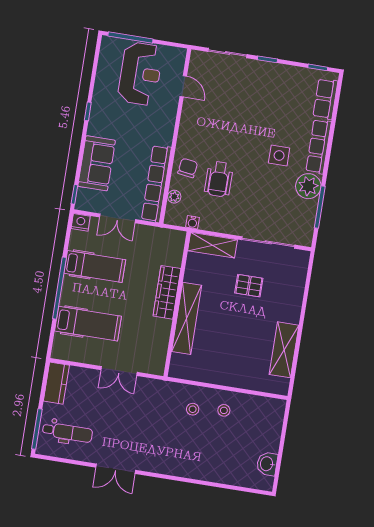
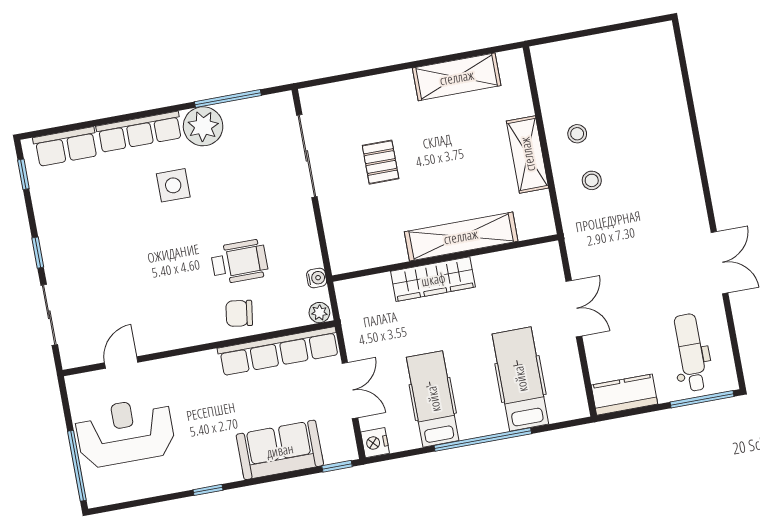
plant: (174, 197) -> (319, 313), moved
shelving: (213, 245) -> (527, 154), moved
washbasin: (267, 464) -> (633, 42), removed

